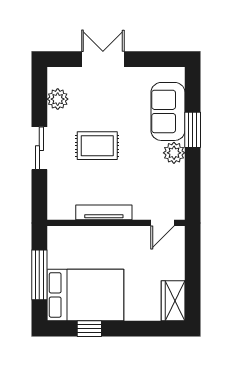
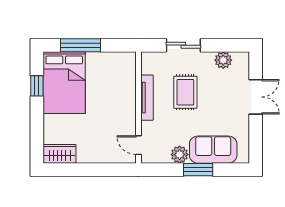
tv unit: (104, 212) -> (147, 98), moved
wall: (116, 223) -> (138, 107), moved
door: (162, 223) -> (138, 145), moved

